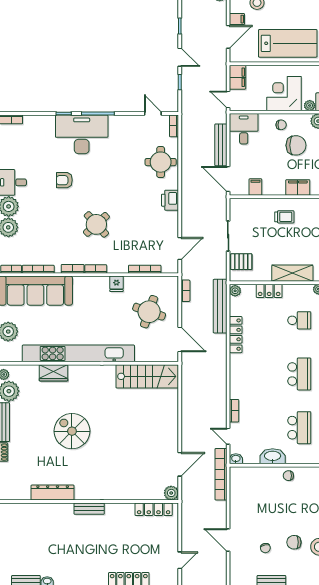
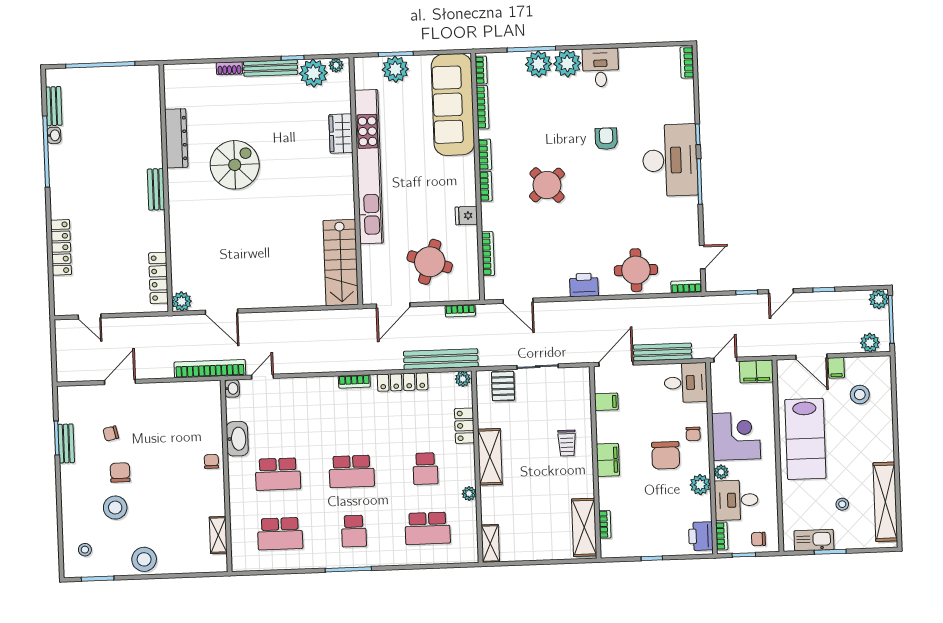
bookcase: (234, 411) -> (354, 381), moved
spiral stairs: (72, 431) -> (235, 165), moved

